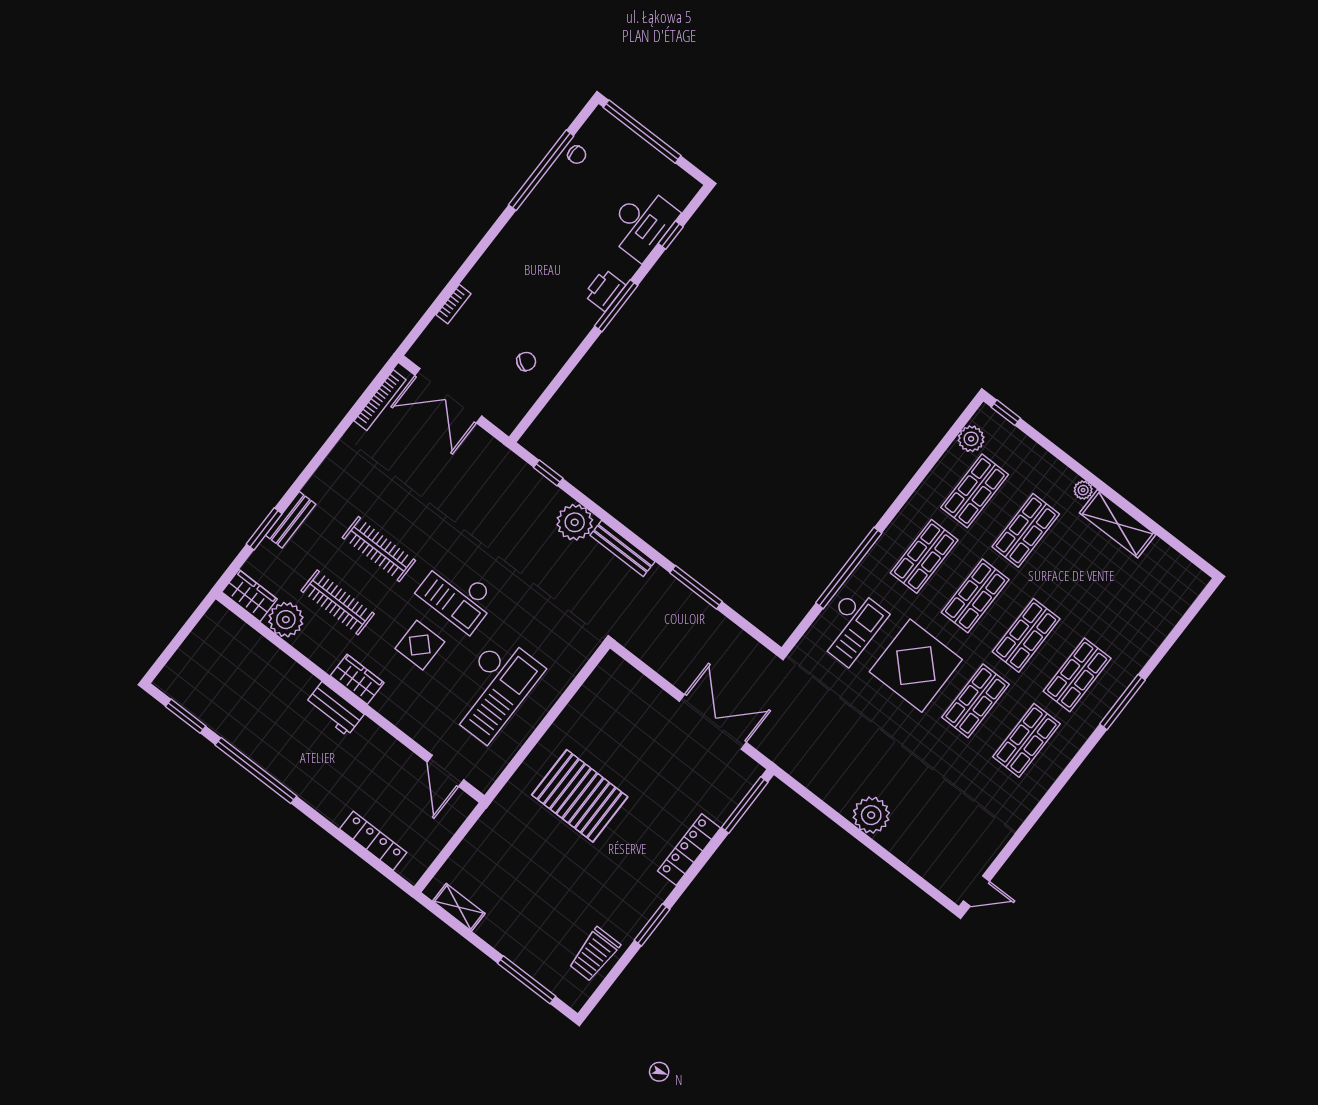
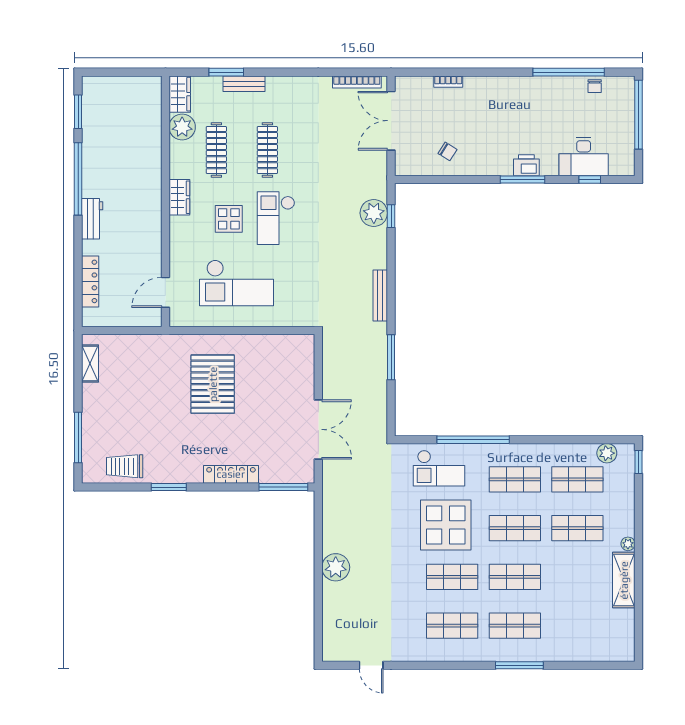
plant: (575, 522) -> (374, 213), moved
workbench: (335, 709) -> (92, 219), moved, turned 180
door: (976, 891) -> (371, 665), moved

